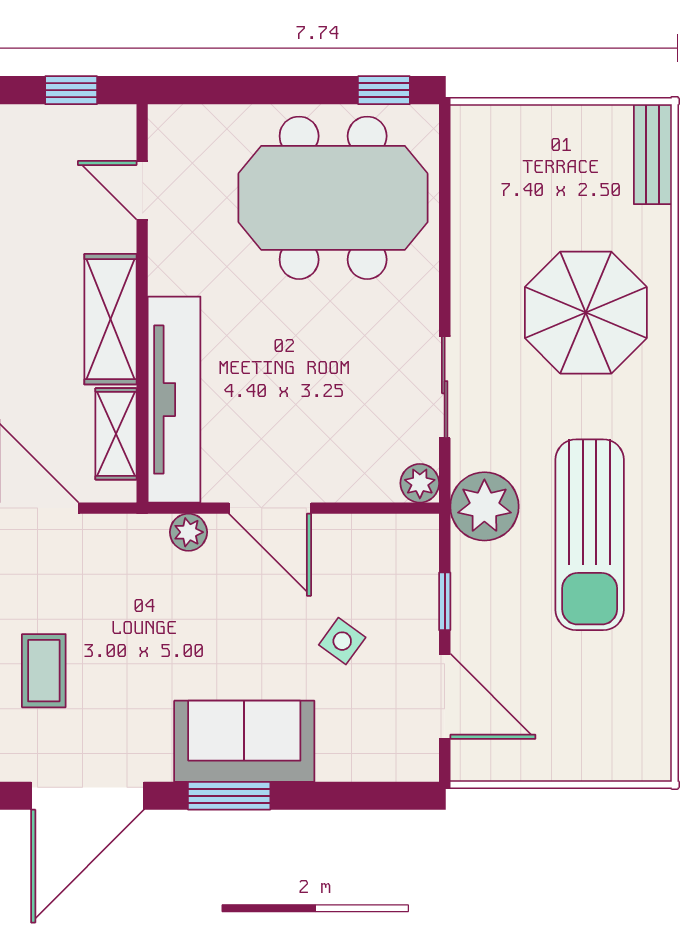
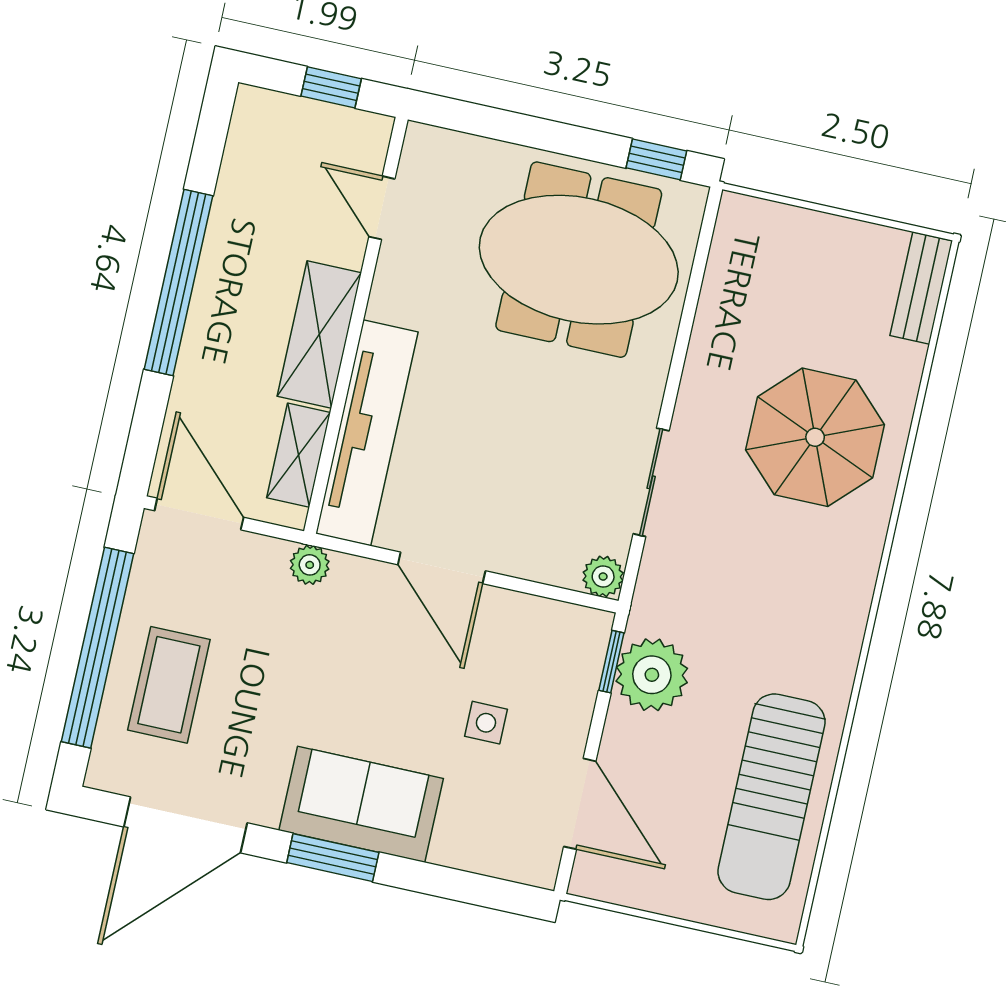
plant: (484, 506) -> (652, 675), moved
plant: (188, 532) -> (310, 565), moved
sun lounger: (590, 535) -> (771, 797), moved
window: (445, 601) -> (611, 662), moved
side table: (342, 641) -> (486, 723), turned -36
coffee table: (44, 671) -> (169, 685), width x1.36, depth x1.30

